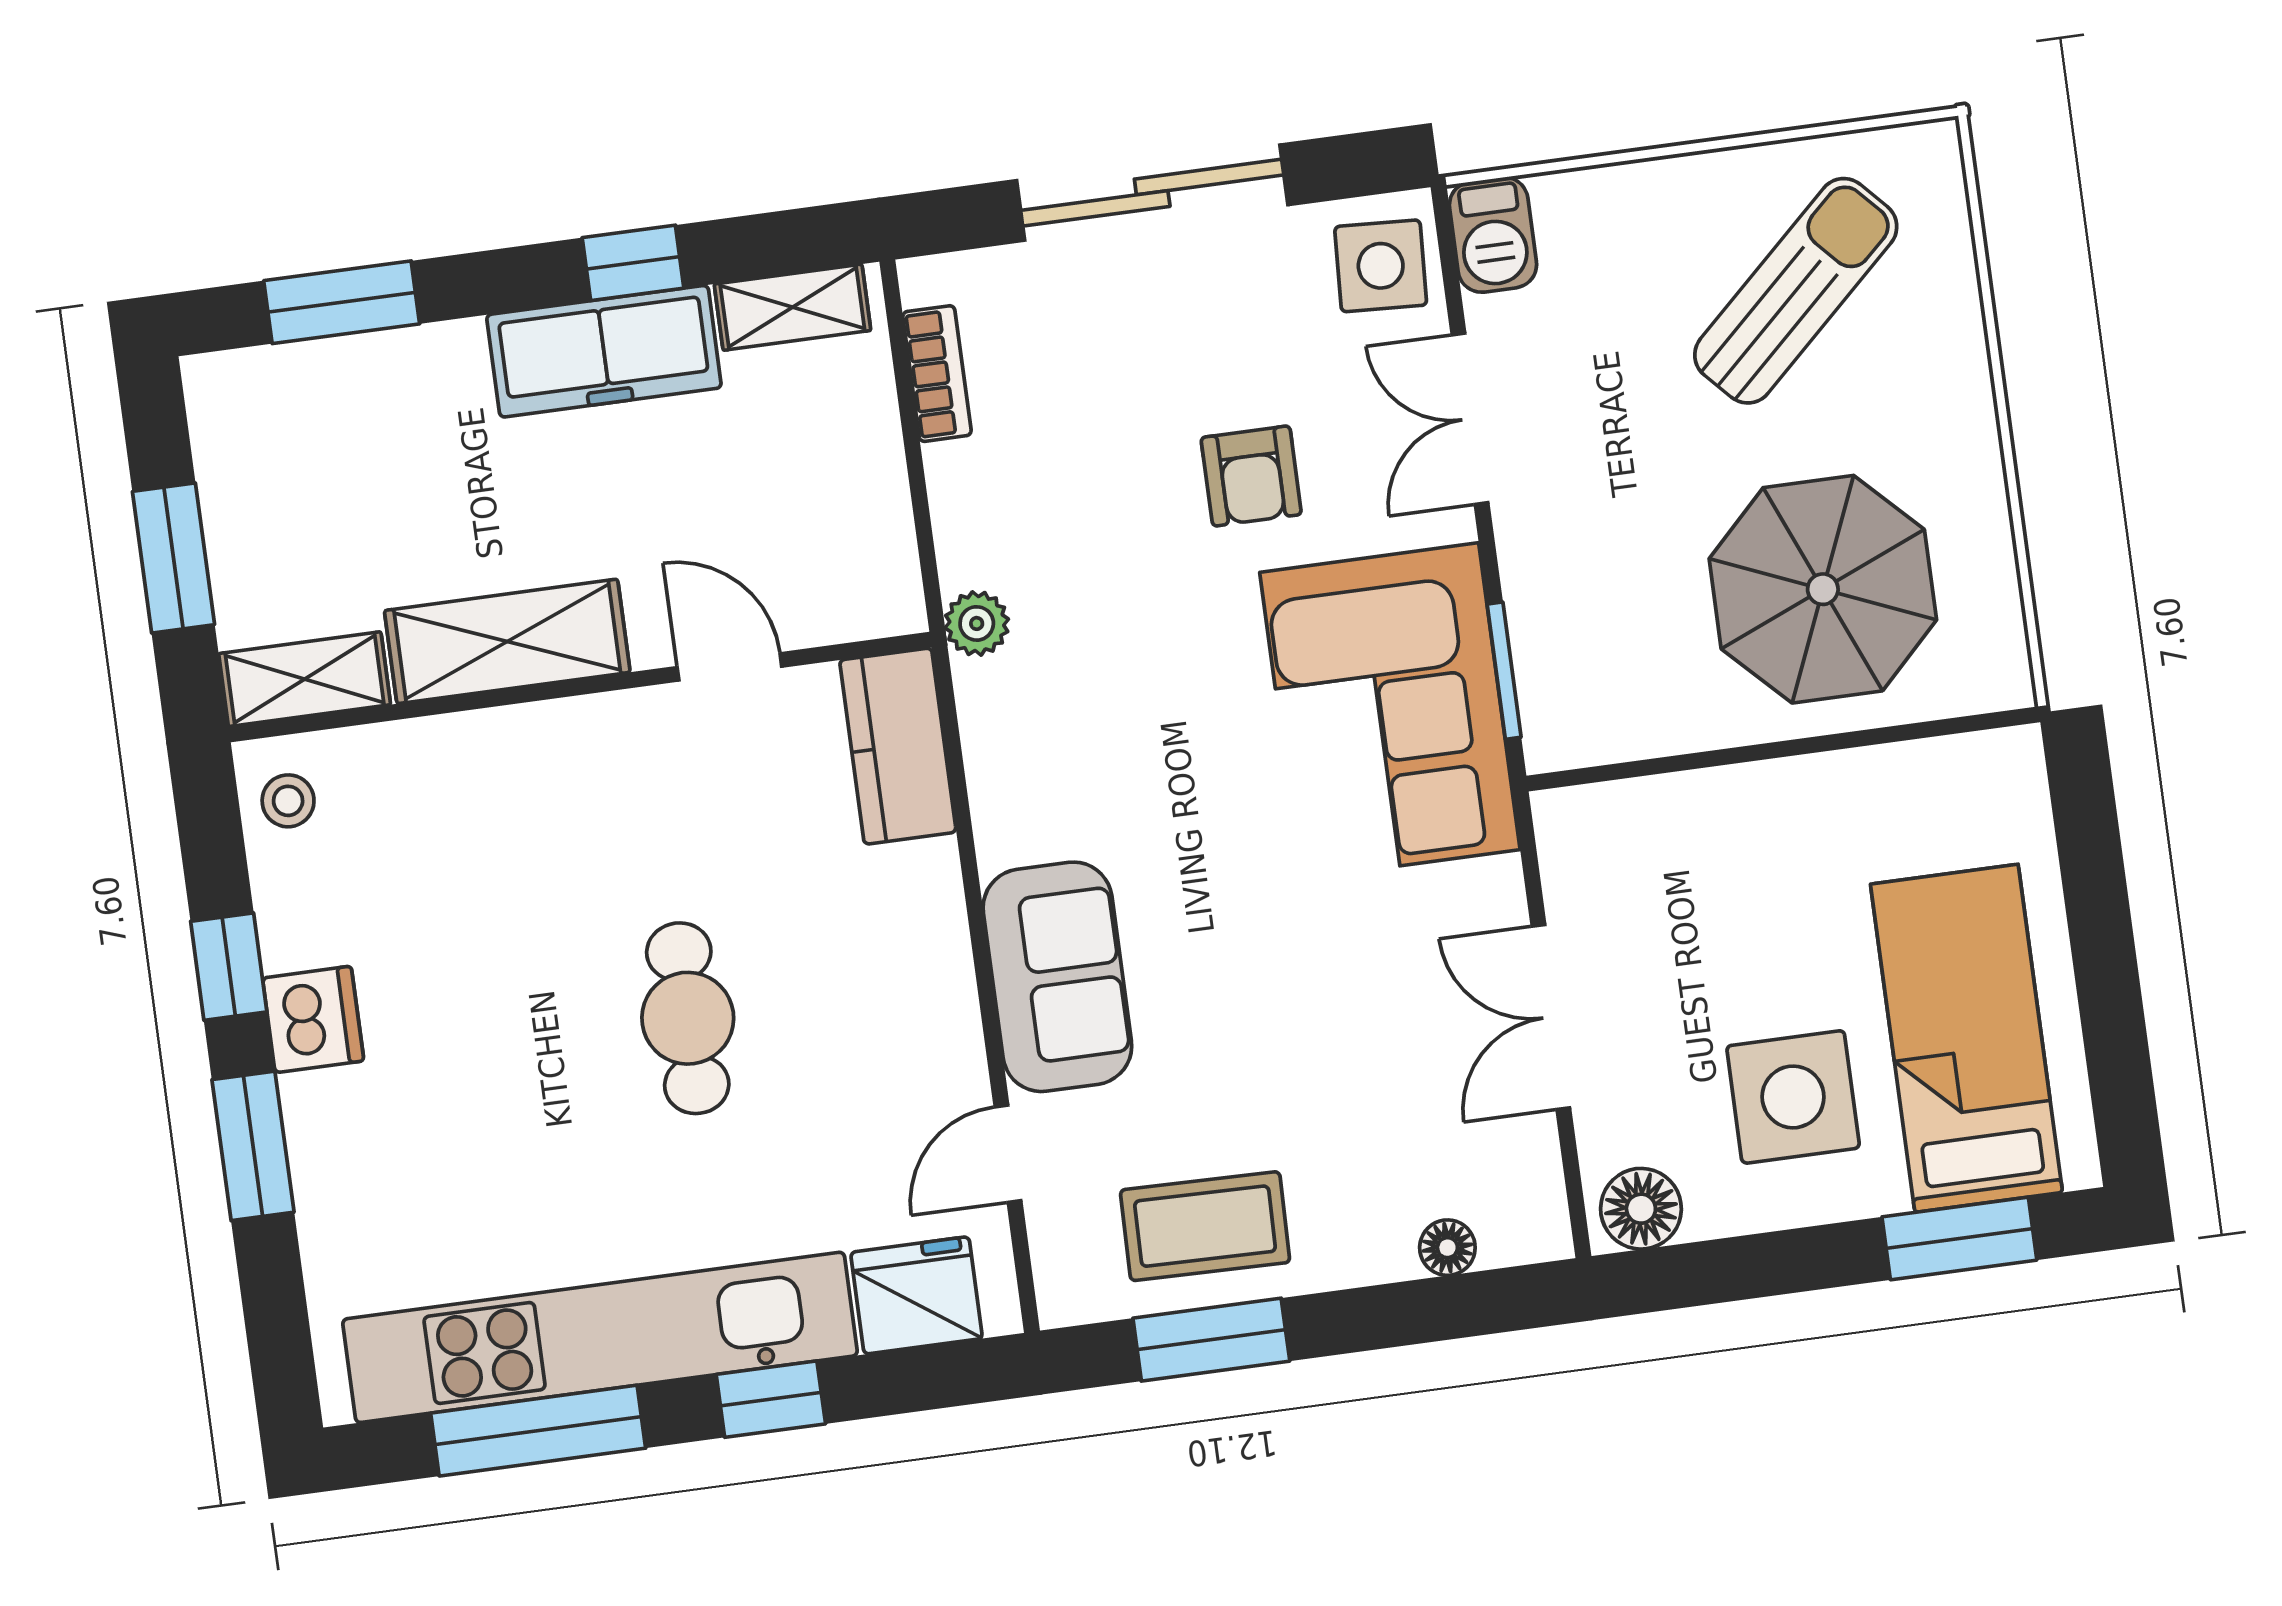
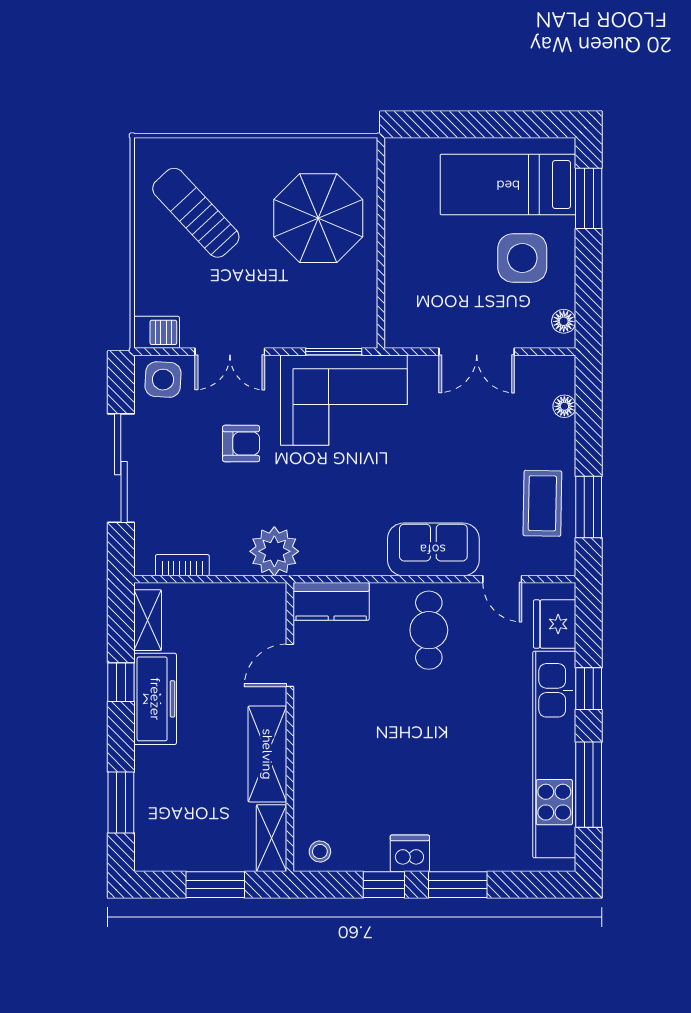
plant: (977, 623) -> (274, 551), width x1.87, depth x1.87
cafe table: (688, 1018) -> (429, 630), moved, turned 90
floor lamp: (1641, 1209) -> (564, 321), width x0.73, depth x0.73

